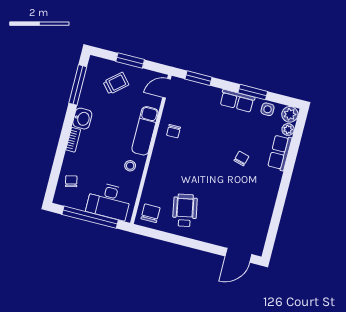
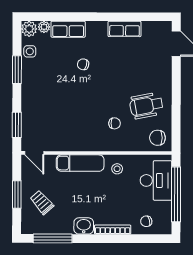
row of seats: (237, 101) -> (124, 29), moved, turned 90
chair: (174, 131) -> (115, 123), moved
bookcase: (73, 140) -> (113, 230), width x1.56

